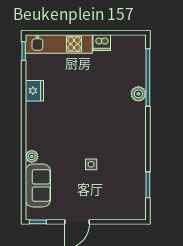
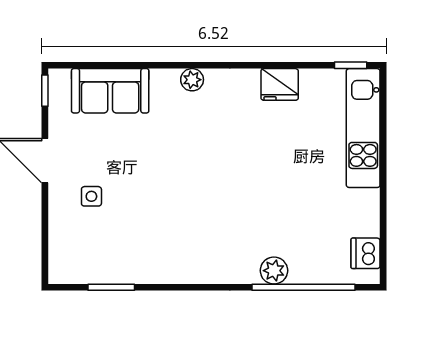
dishwasher: (102, 43) -> (366, 253), moved
plant: (32, 156) -> (192, 80), moved
side table: (91, 164) -> (91, 196), moved

